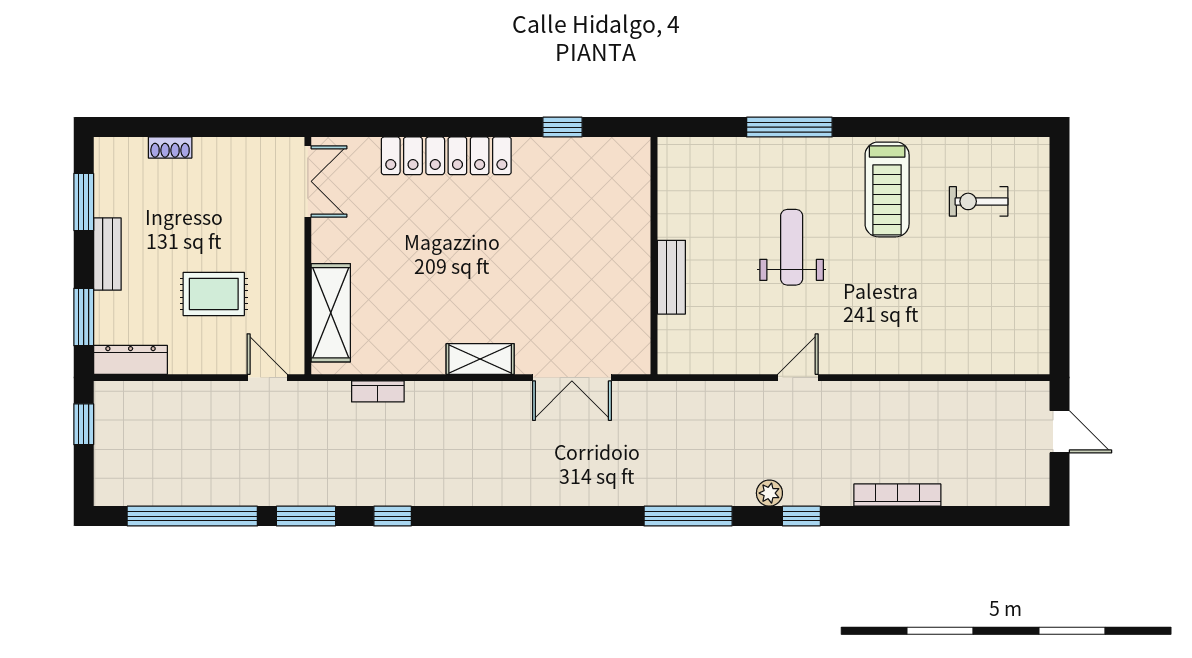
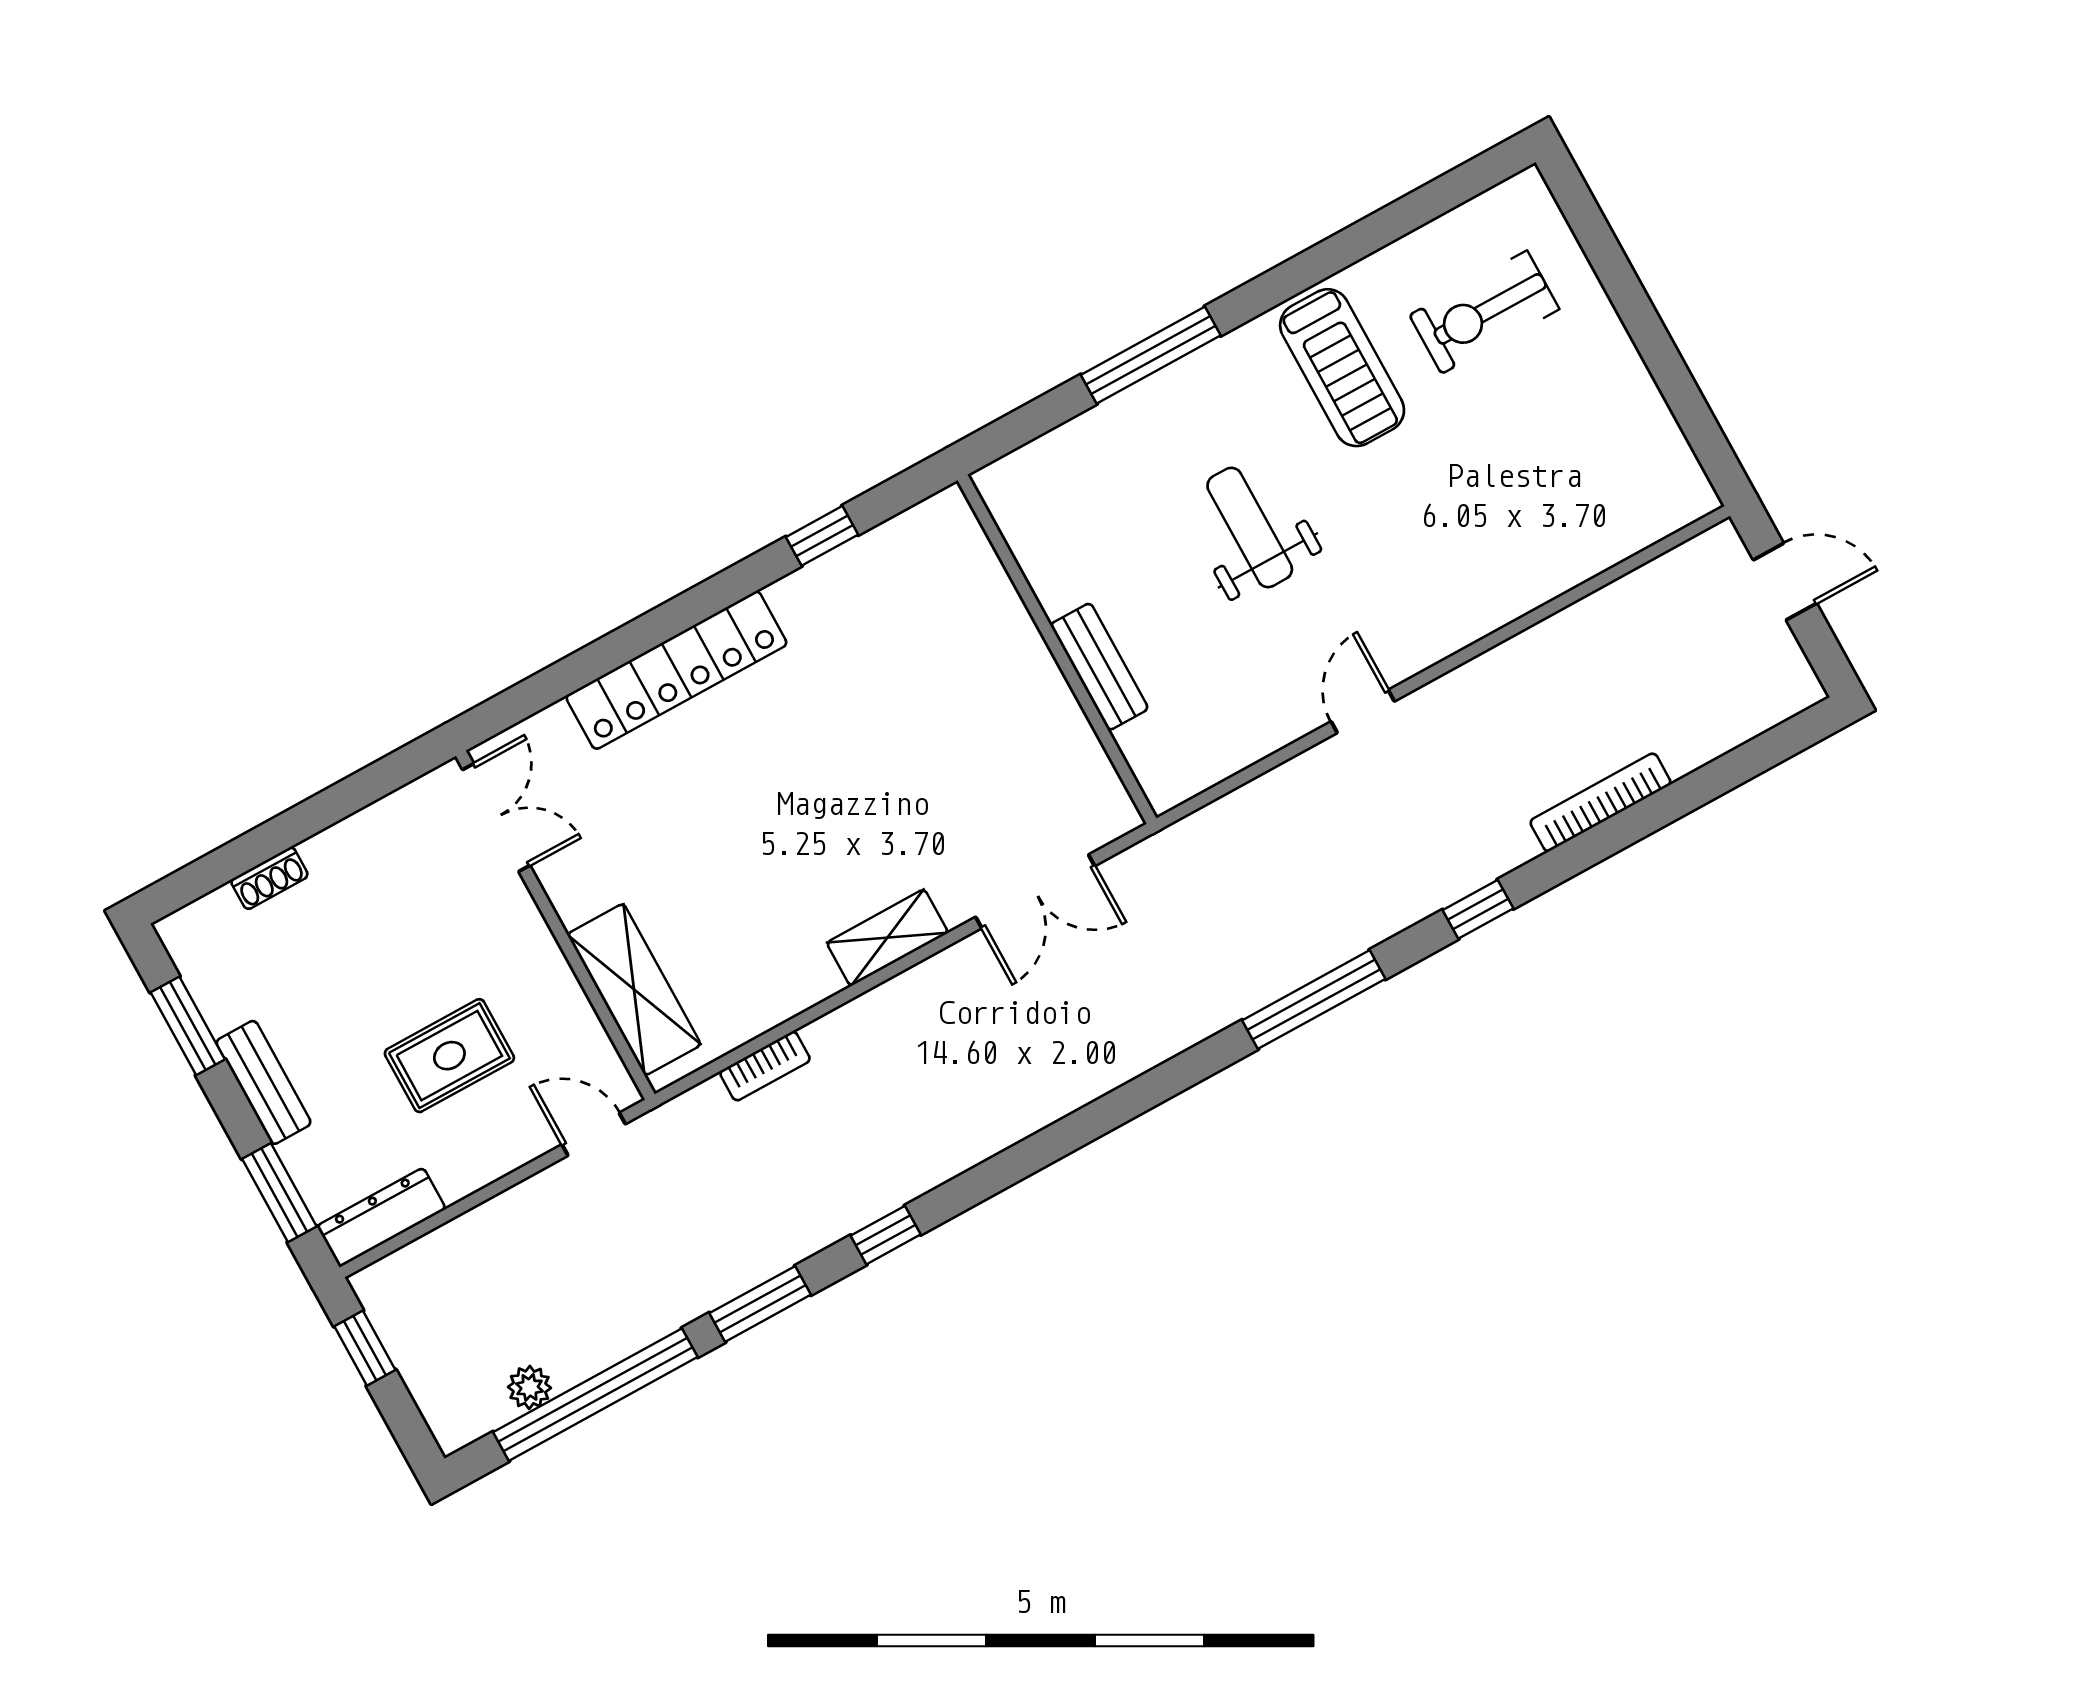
exercise bike: (979, 201) -> (1484, 312), width x1.38, depth x1.39
plant: (769, 493) -> (530, 1387), moved

